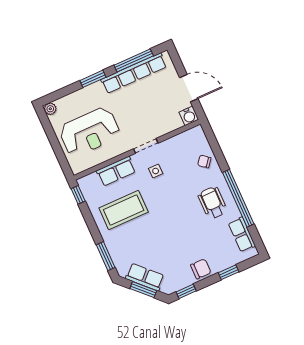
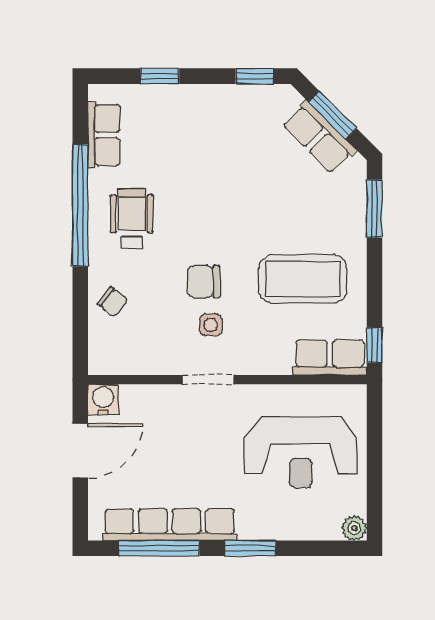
door: (189, 88) -> (80, 451), swing flipped
reception desk: (90, 132) -> (301, 452), turned 180
row of seats: (116, 171) -> (330, 357), moved
wheelchair: (213, 203) -> (132, 218), turned 180
chair: (201, 269) -> (203, 281), moved

